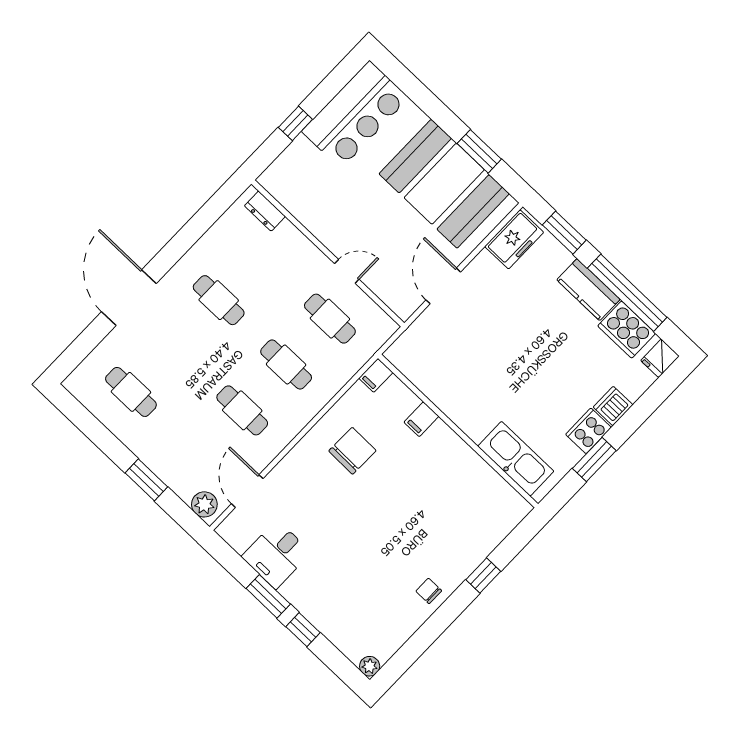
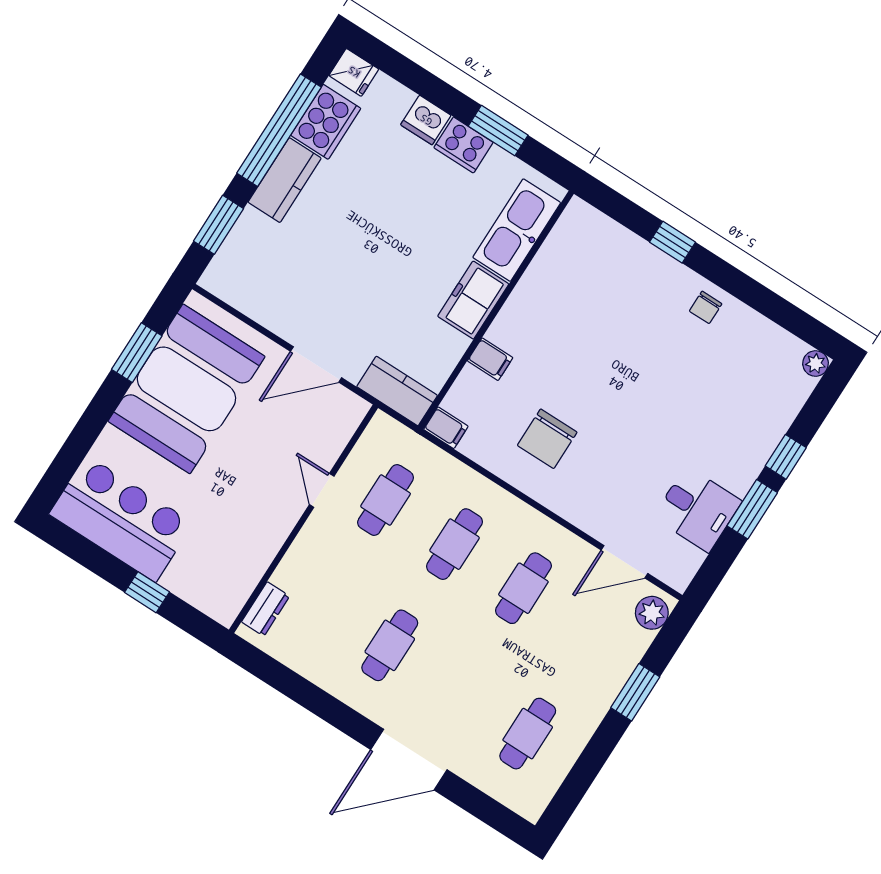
freezer: (514, 239) -> (473, 300), moved, turned -90
kitchen counter: (411, 344) -> (397, 391), added
chair: (352, 451) -> (547, 439), turned -91

